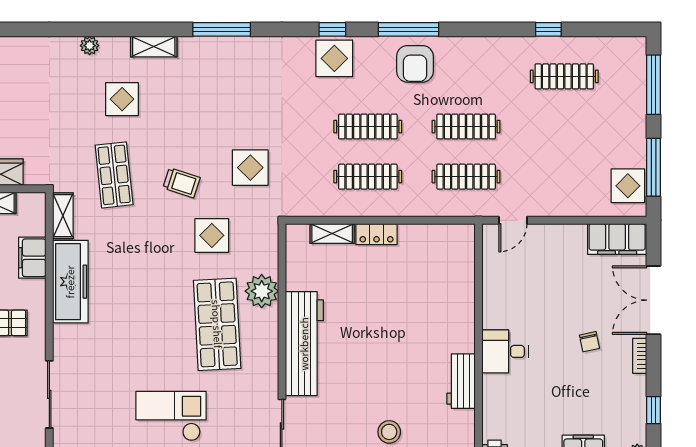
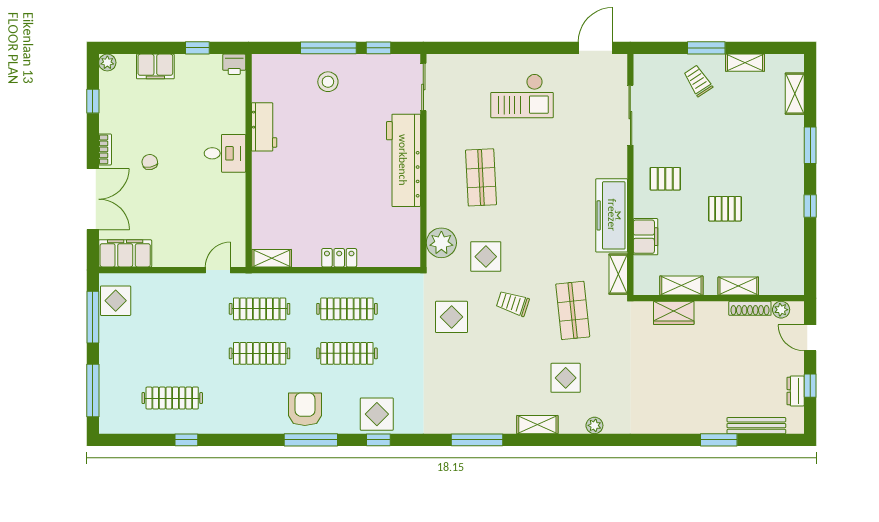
shelving: (332, 234) -> (272, 258), moved
plant: (262, 291) -> (441, 243), moved
shop shelf: (217, 324) -> (481, 177), width x0.70, depth x0.74

